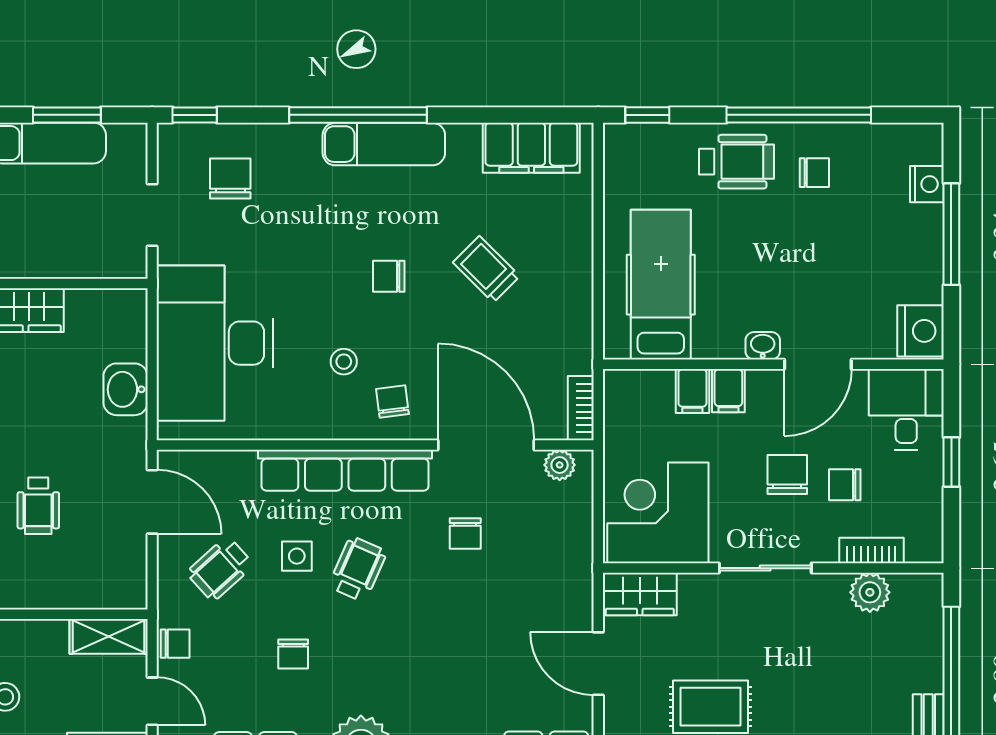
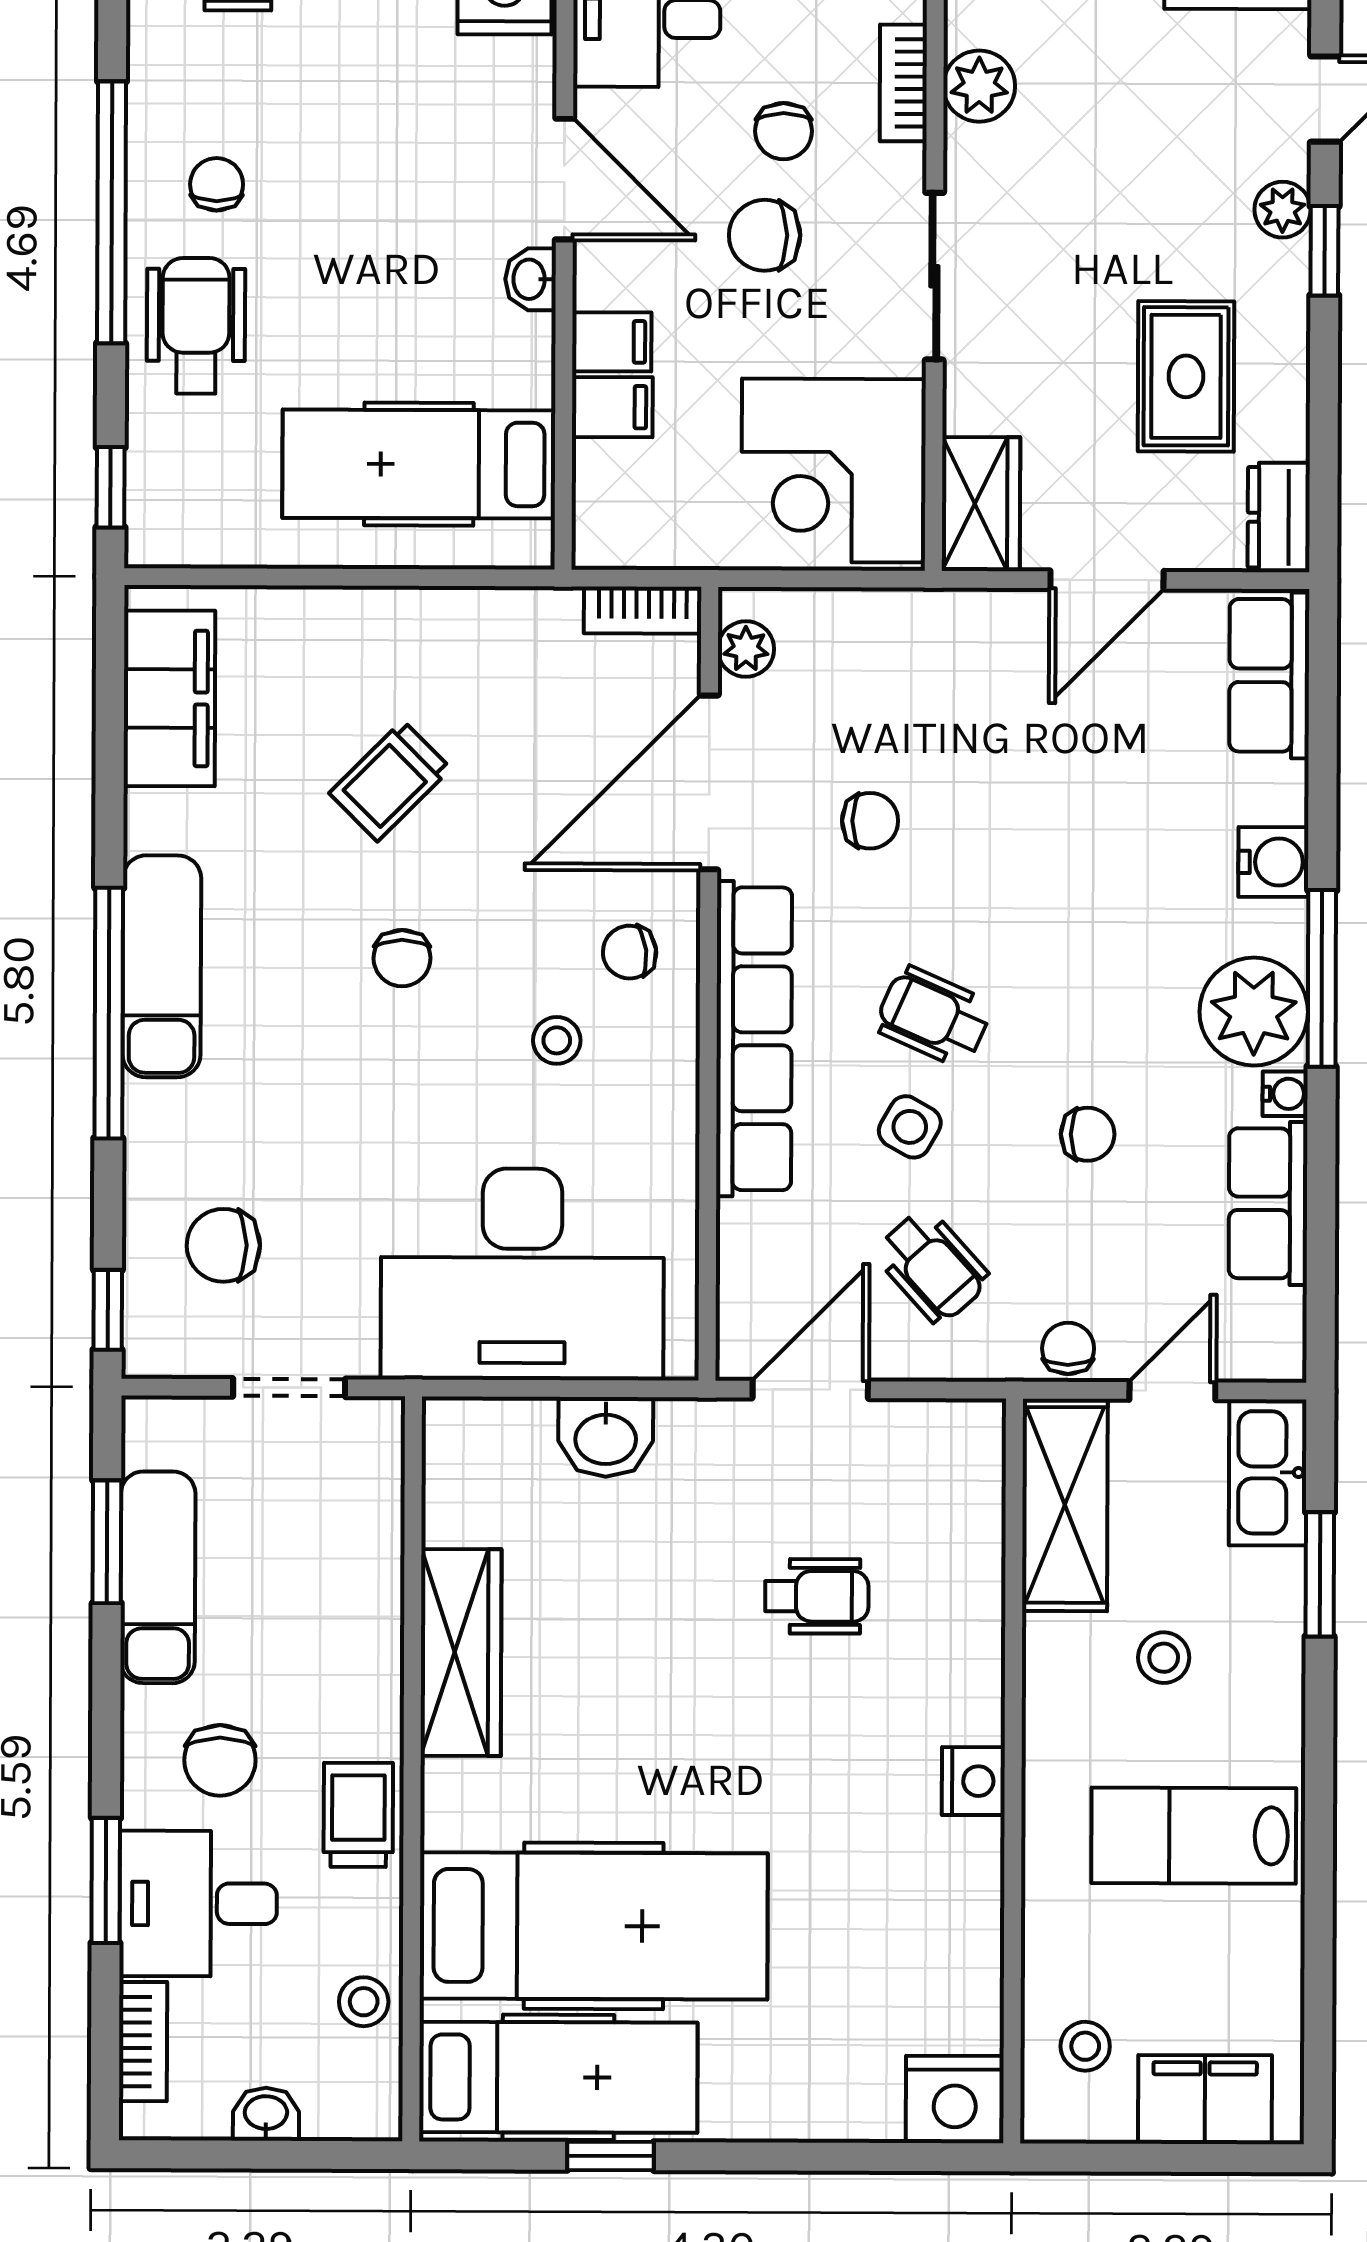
side table: (297, 556) -> (910, 1127), turned 30
shelving: (109, 636) -> (1065, 1505), width x1.50, depth x1.33

